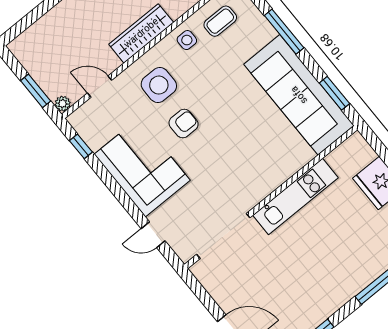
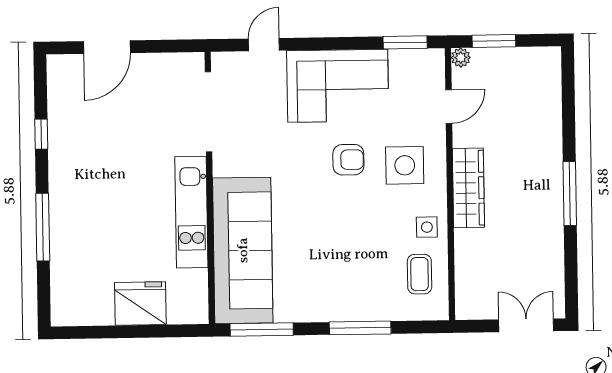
window: (334, 93) -> (262, 329), width x1.44
sofa: (299, 95) -> (243, 250), moved, turned 90
armchair: (184, 124) -> (348, 160), turned -90
window: (81, 146) -> (405, 42), width x1.50

